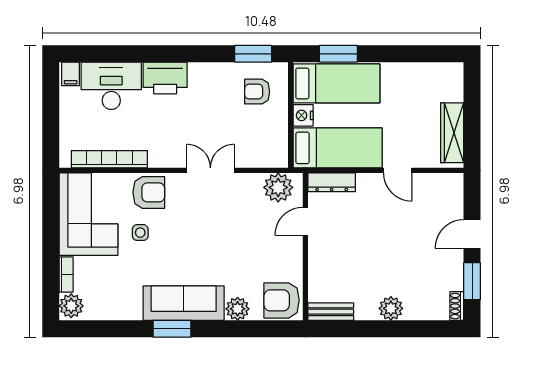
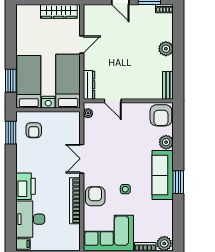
bookcase: (109, 159) -> (75, 201), moved
plant: (278, 187) -> (88, 113), width x0.53, depth x0.53
side table: (140, 233) -> (125, 189), moved

